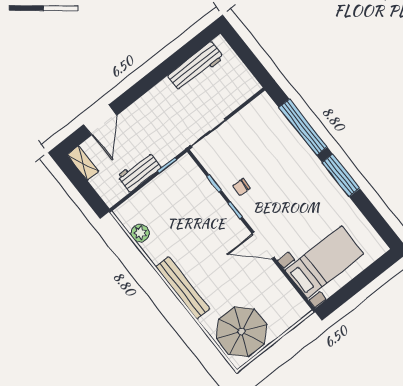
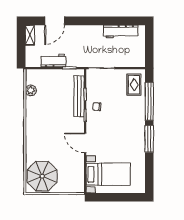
rug: (267, 122) -> (134, 85), added
bench: (183, 288) -> (79, 96), moved

